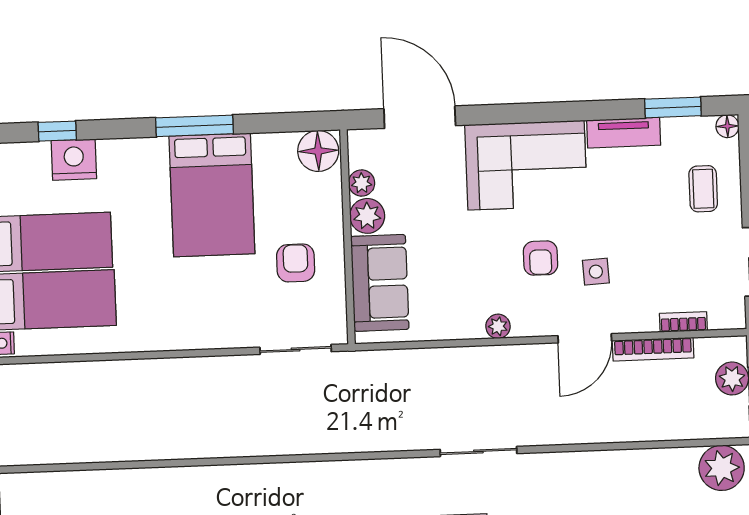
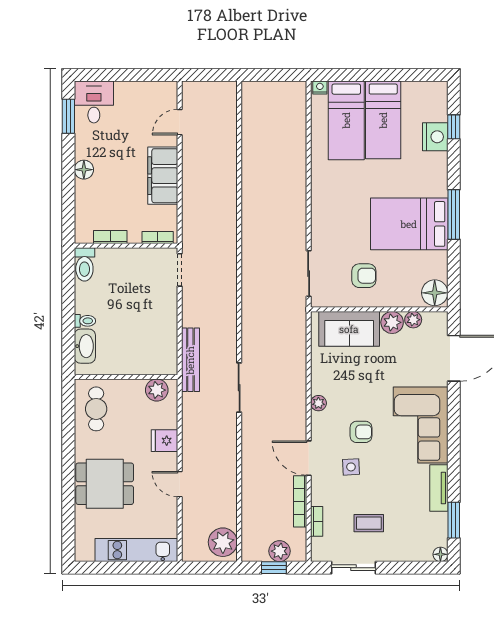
coffee table: (703, 189) -> (369, 523), moved
armchair: (540, 258) -> (361, 432), turned 180

